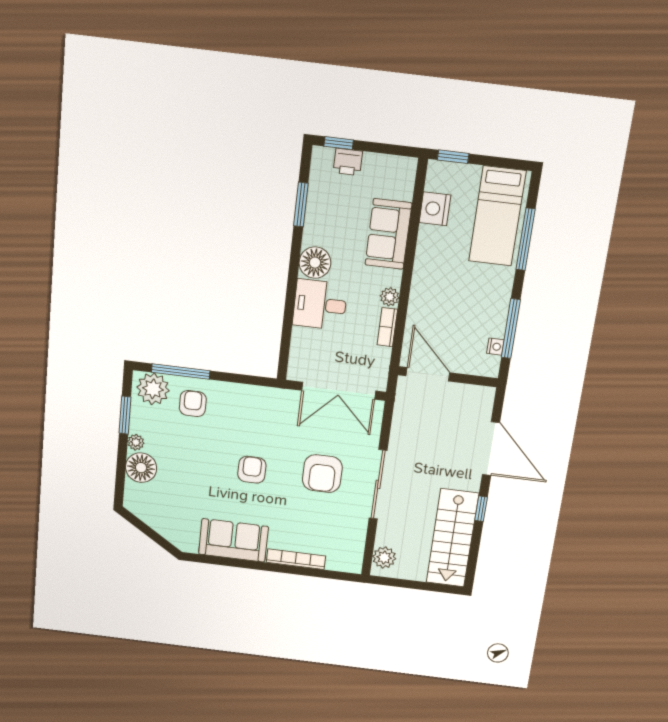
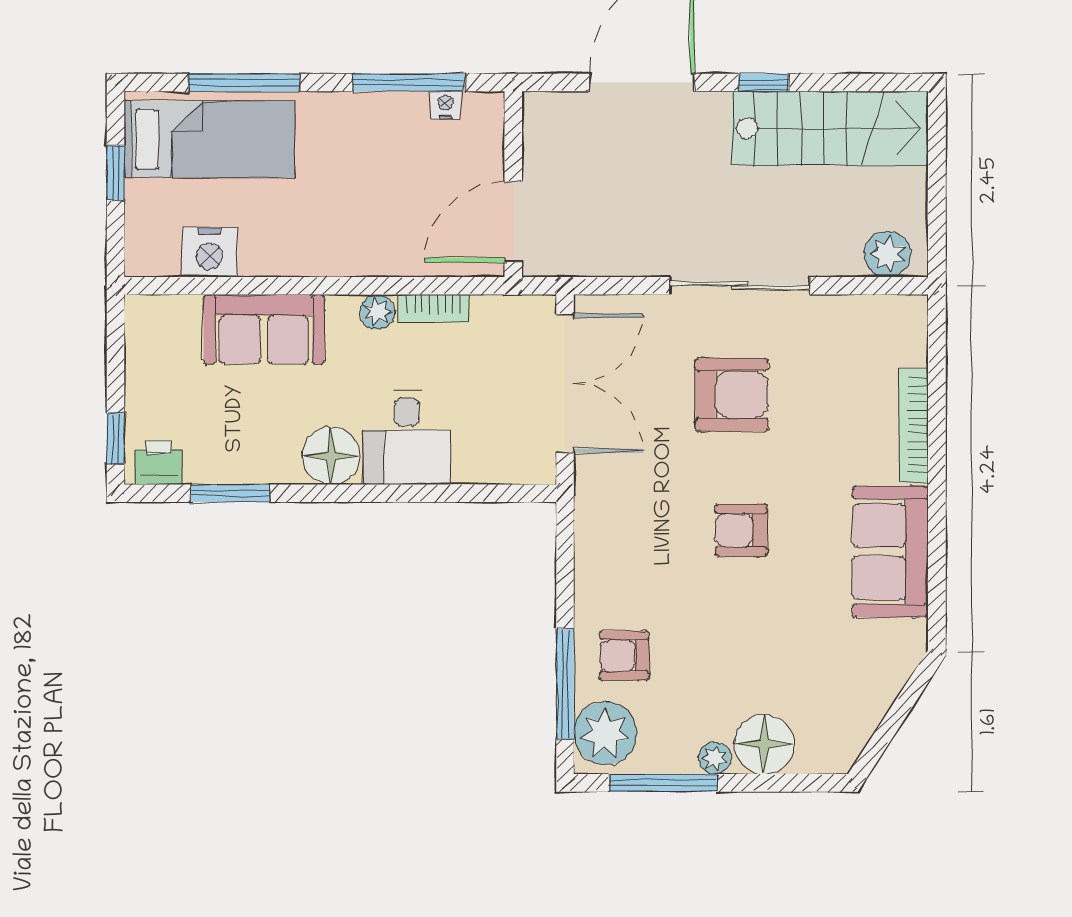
window: (453, 157) -> (115, 173), moved
printer: (348, 162) -> (159, 463), moved, turned -90
window: (125, 415) -> (663, 783), width x1.44

